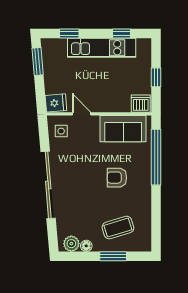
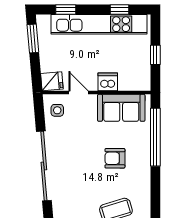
kitchen unit: (102, 48) -> (99, 24), width x1.36
dishwasher: (141, 104) -> (108, 82), moved

